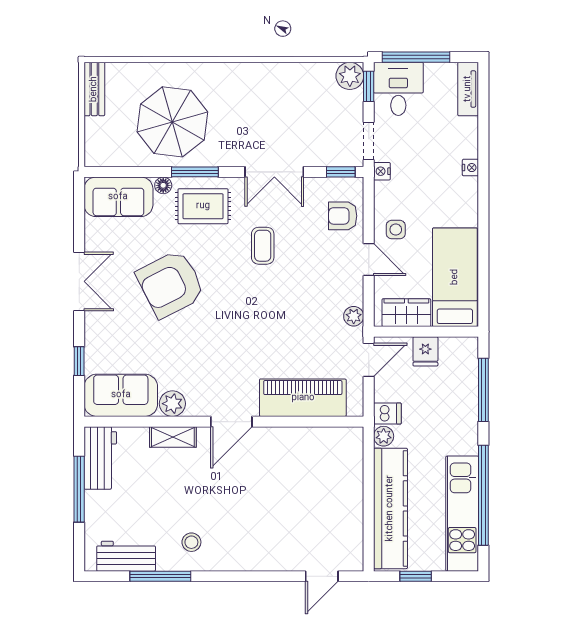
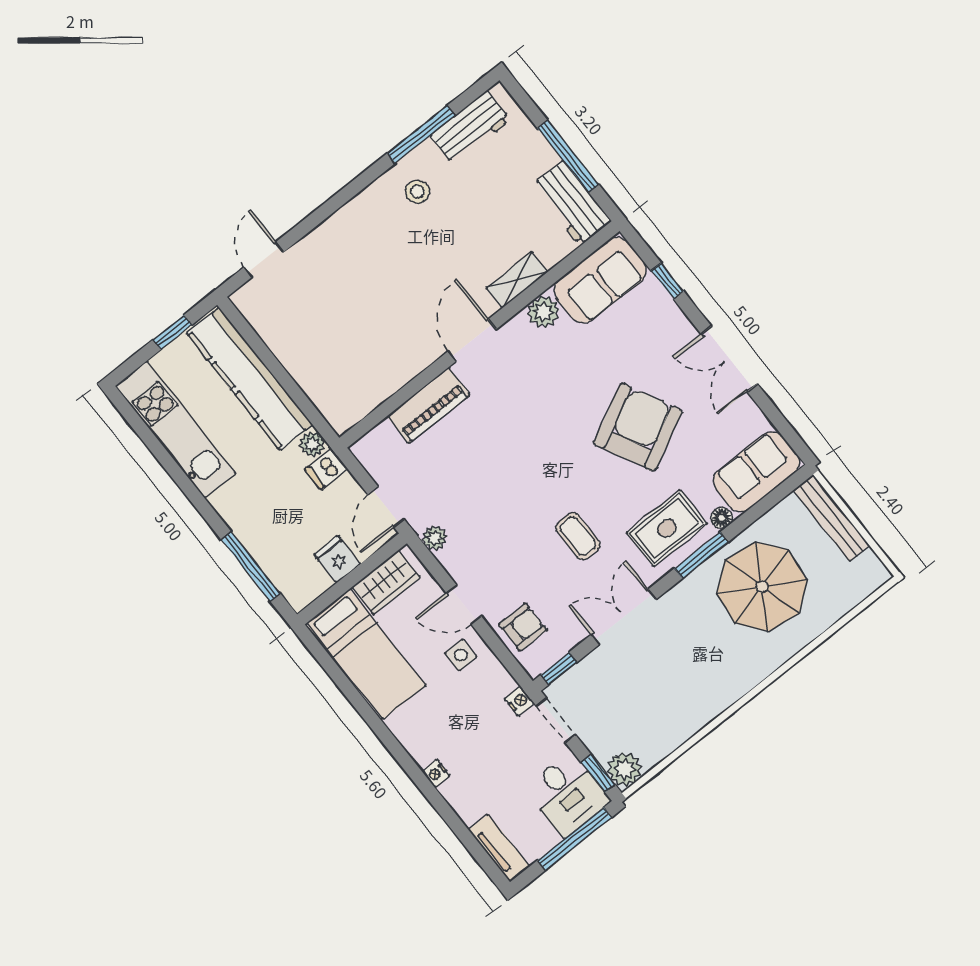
bench: (94, 89) -> (831, 518), moved, width x1.36
piano: (303, 398) -> (429, 405), width x0.73, depth x0.75
window: (483, 495) -> (169, 464), removed

